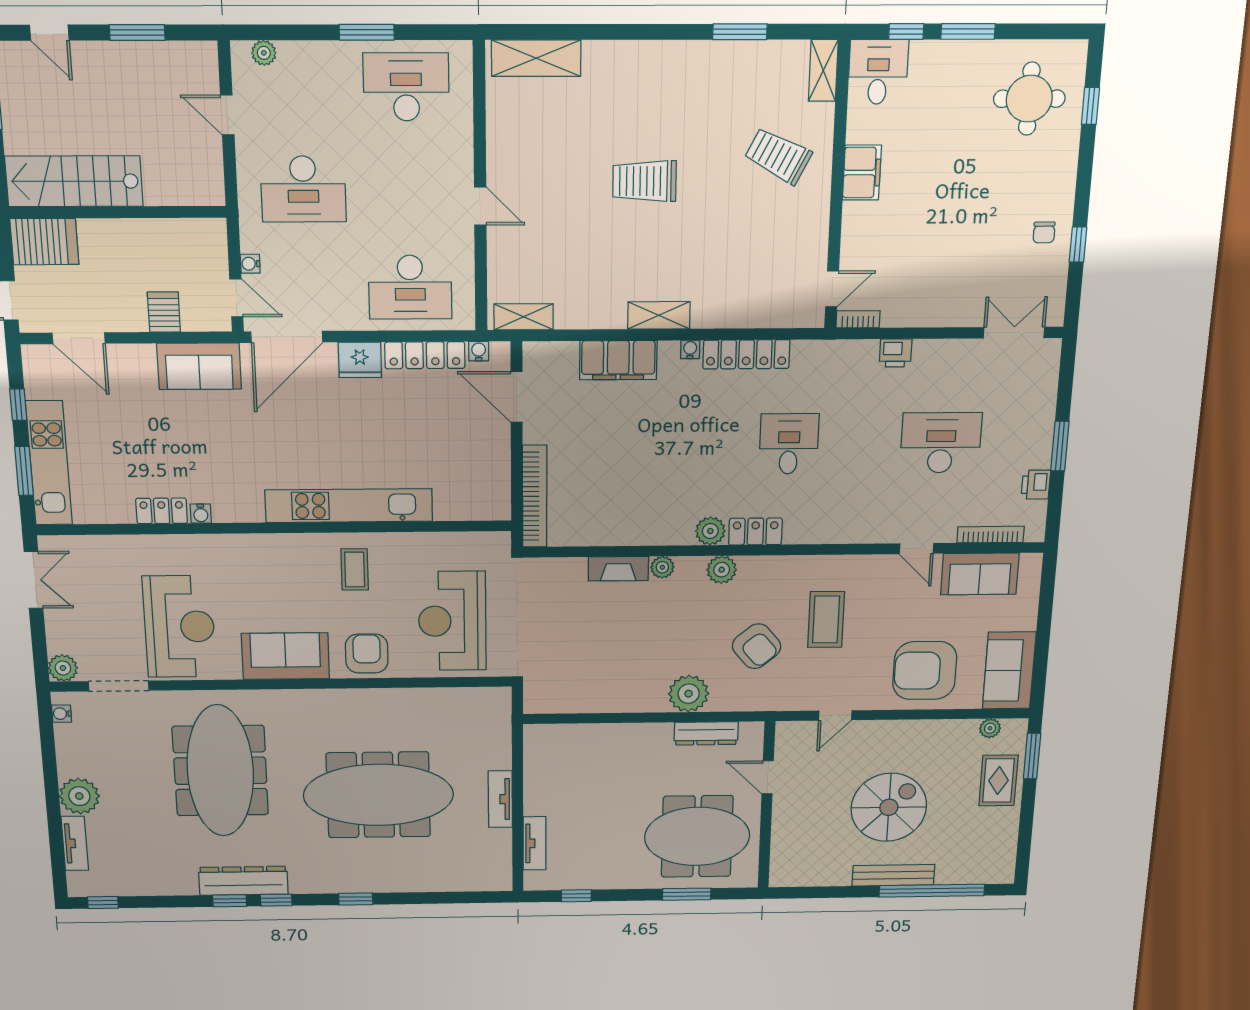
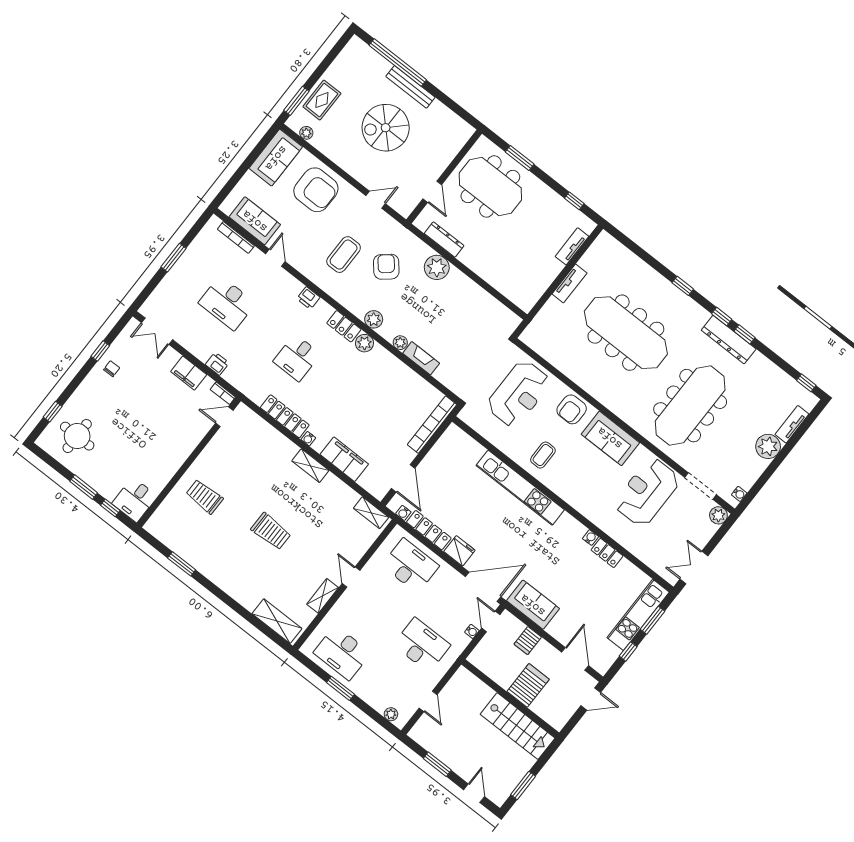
shelving: (823, 70) -> (323, 596), moved
trolley: (778, 156) -> (204, 497), turned 153
filing cabinet: (862, 173) -> (189, 373), moved, turned -90
server rack: (44, 242) -> (528, 685), moved, turned 90
printer: (1036, 485) -> (308, 298), moved, turned 90

